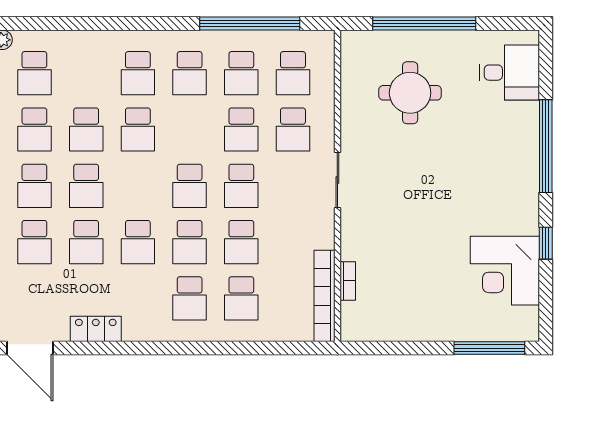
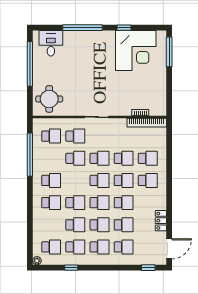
window: (424, 24) -> (30, 64), moved
school desk: (241, 73) -> (99, 203), moved
round table: (410, 93) -> (49, 99), moved
corner desk: (505, 271) -> (136, 51), width x1.36, depth x1.36

